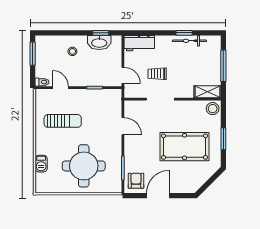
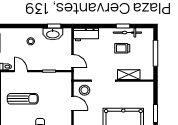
trolley: (157, 74) -> (122, 48), moved
shelving: (207, 92) -> (129, 75), moved
stool: (213, 109) -> (85, 90), moved

